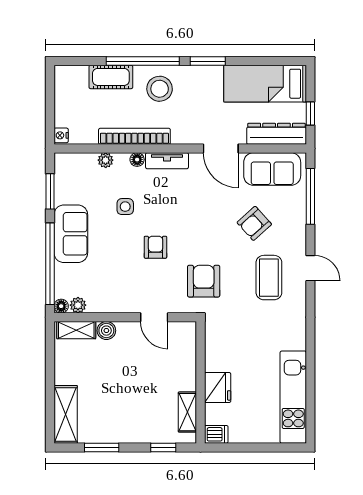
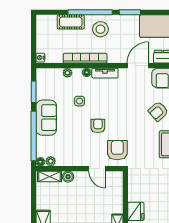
door: (221, 149) -> (138, 66), swing flipped
armchair: (204, 281) -> (117, 150), moved

